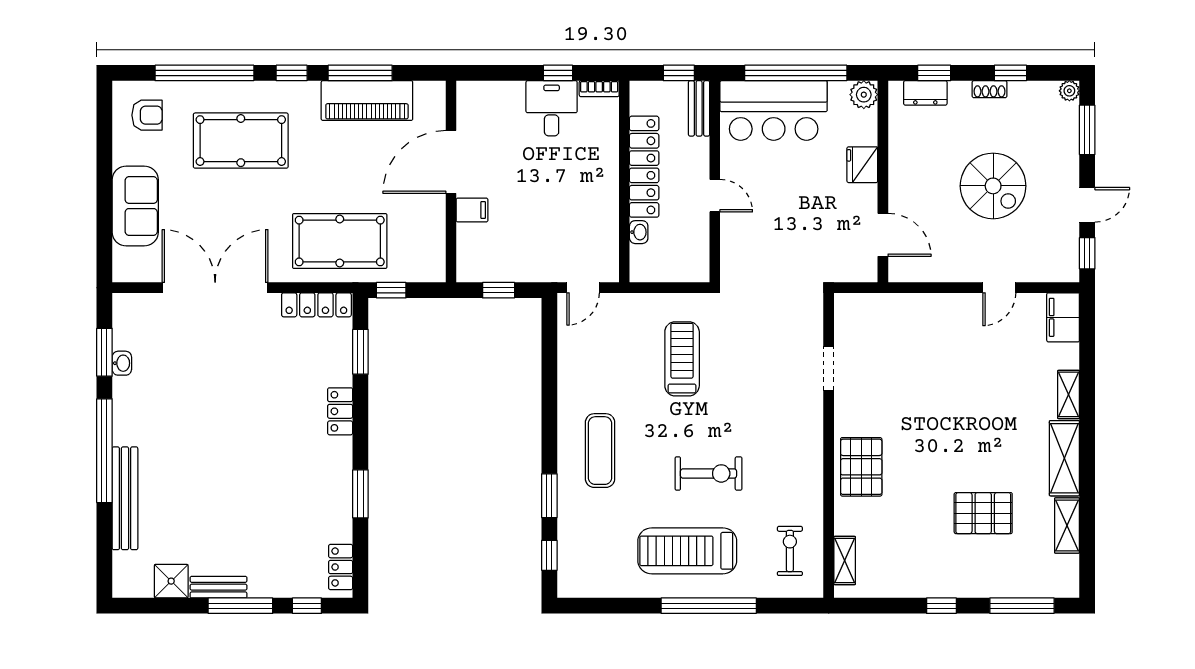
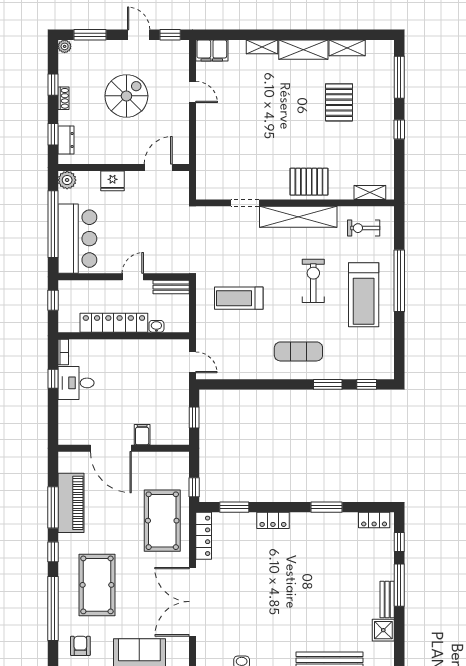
bench: (699, 108) -> (171, 287), moved
shelving: (807, 450) -> (298, 217), added

